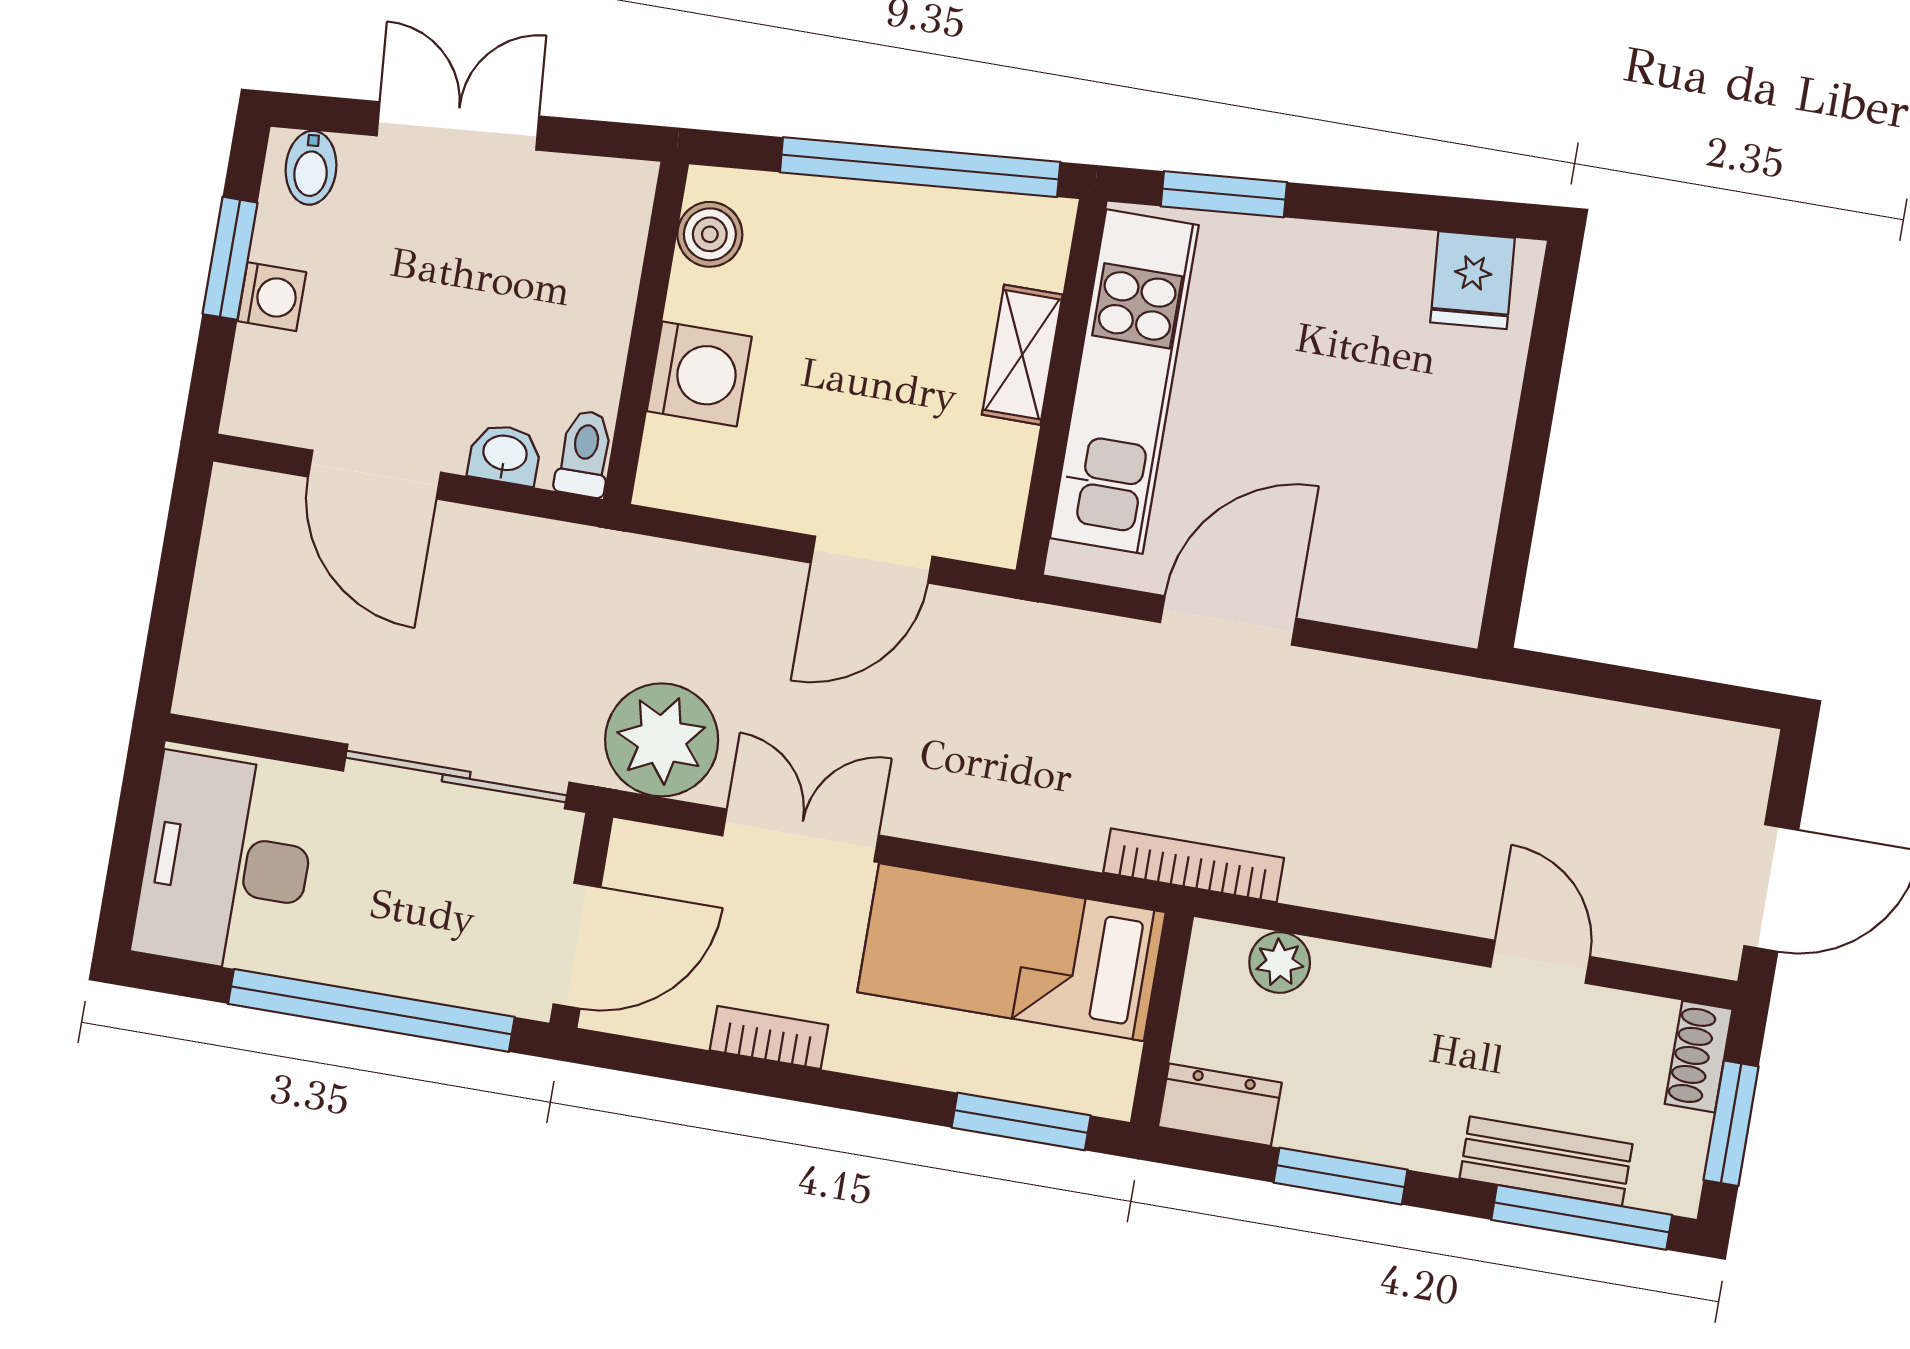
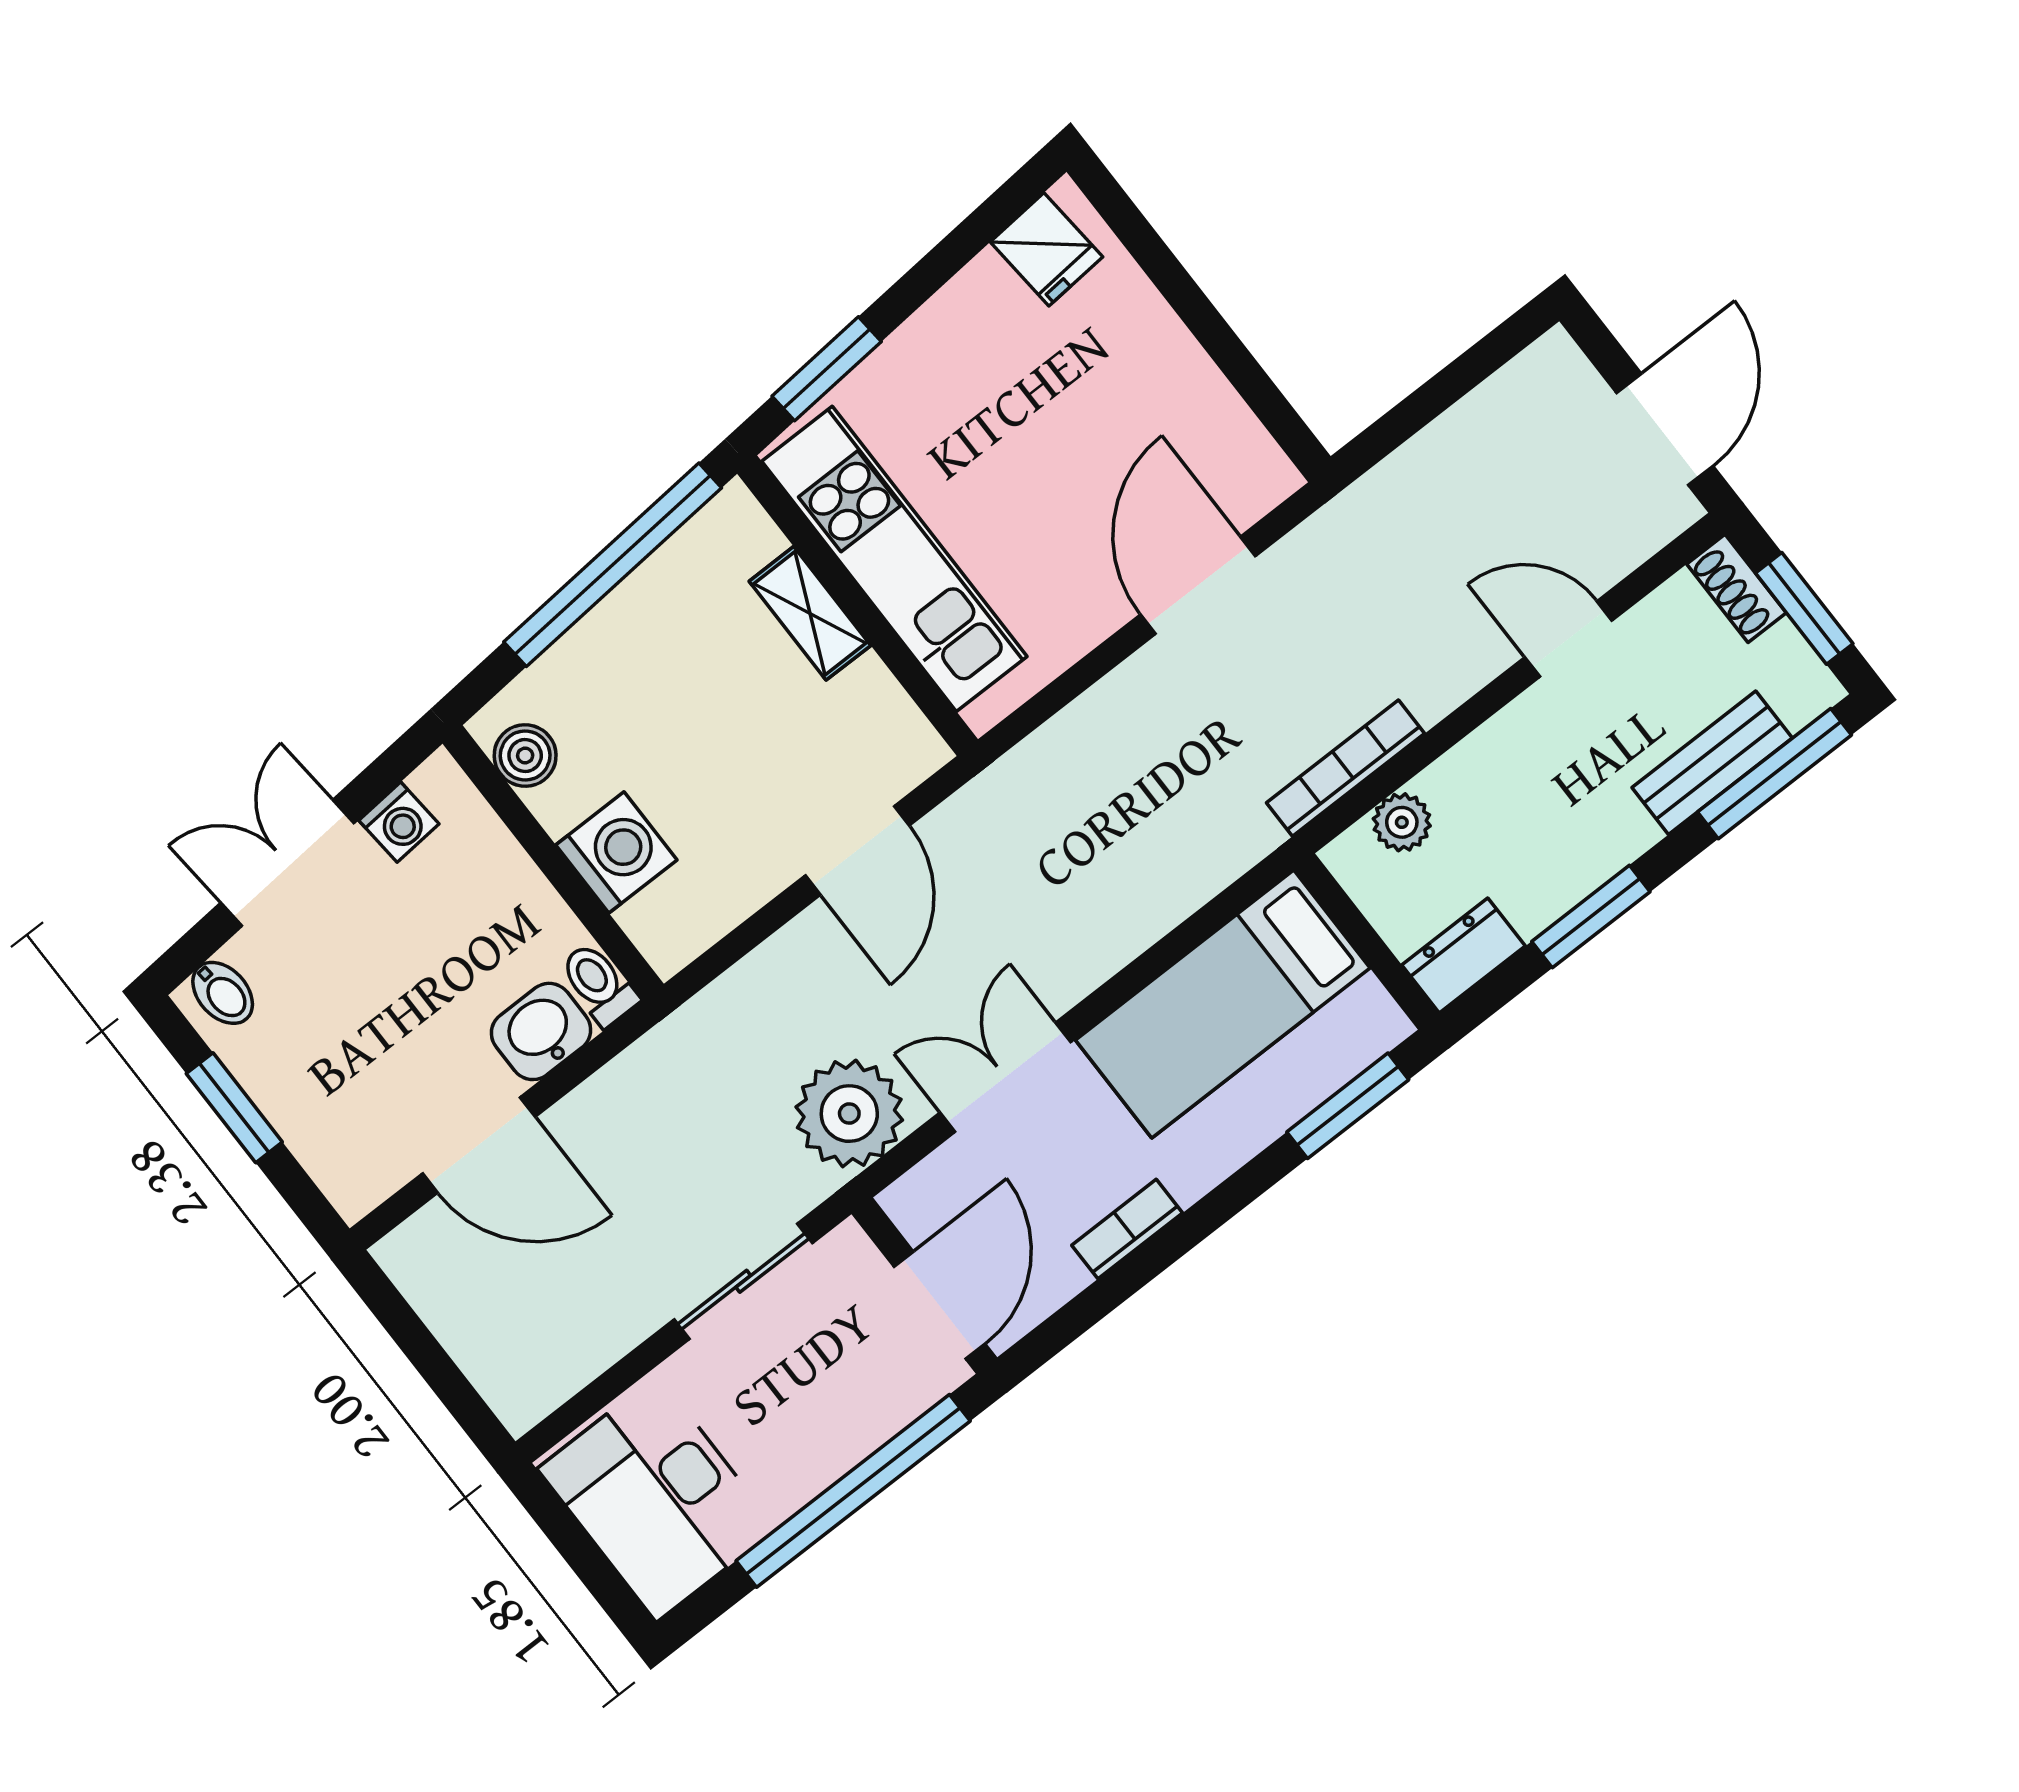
washing machine: (272, 297) -> (399, 822), moved, turned 85
washbasin: (505, 454) -> (541, 1031), width x1.38, depth x1.45
door: (1228, 620) -> (1198, 585), moved
sliding door: (456, 777) -> (743, 1281), width x0.73
bookcase: (1194, 865) -> (1346, 768), moved

